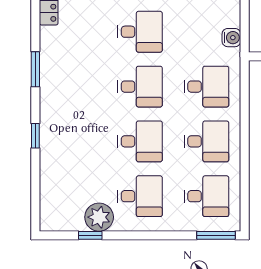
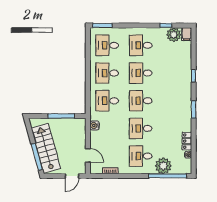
plant: (99, 217) -> (174, 35), moved
filing cabinet: (49, 219) -> (187, 34), added

